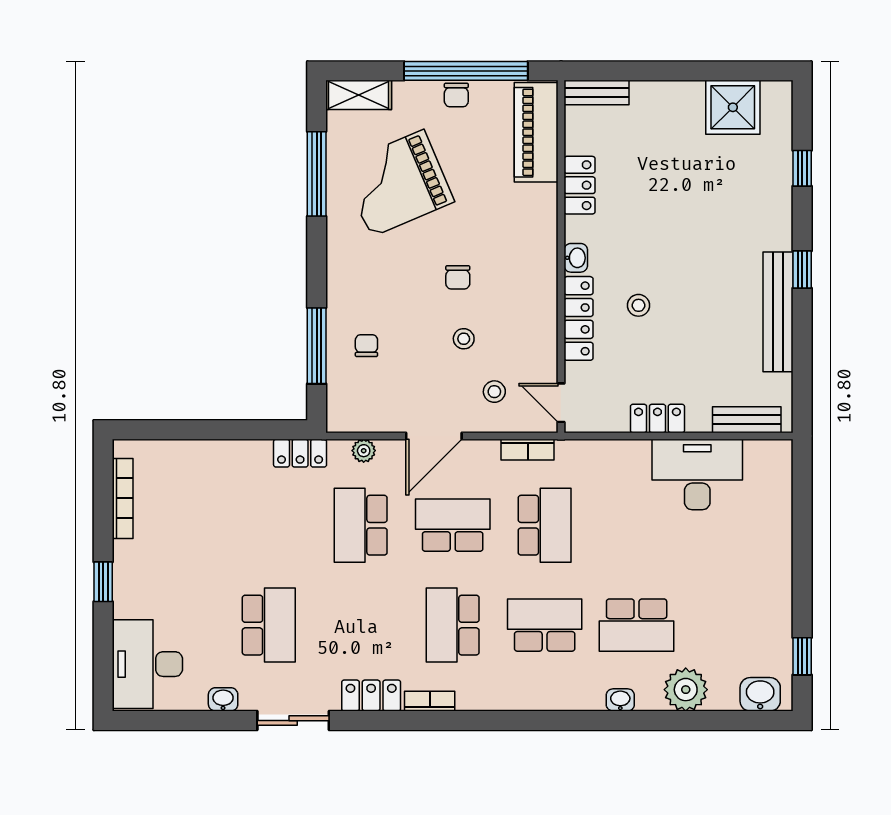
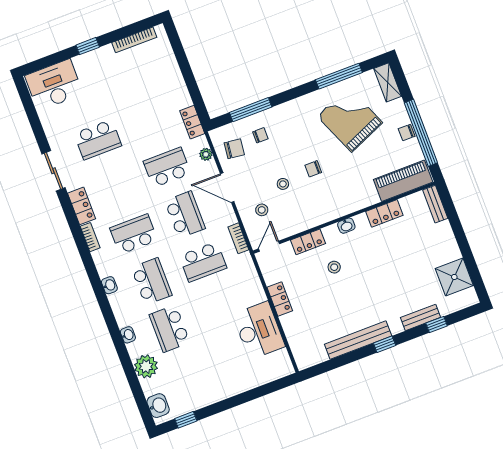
locker: (578, 318) -> (308, 242), width x0.66
chair: (373, 399) -> (234, 149), added
bench: (747, 420) -> (421, 317), moved, turned 90
washbasin: (223, 699) -> (109, 285), moved

